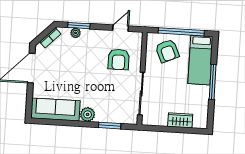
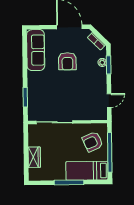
door: (121, 28) -> (109, 101), hinge flipped
armchair: (119, 59) -> (67, 61), moved, turned -90
plant: (88, 114) -> (33, 78), removed

